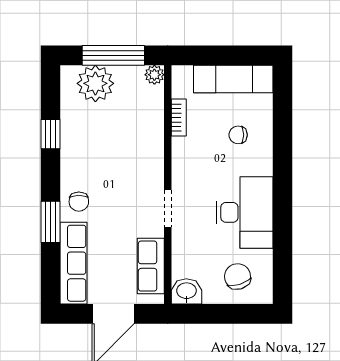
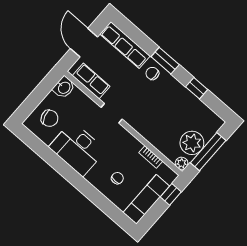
window: (202, 55) -> (171, 194), added
plant: (95, 83) -> (192, 143), moved
window: (51, 222) -> (165, 61), moved

